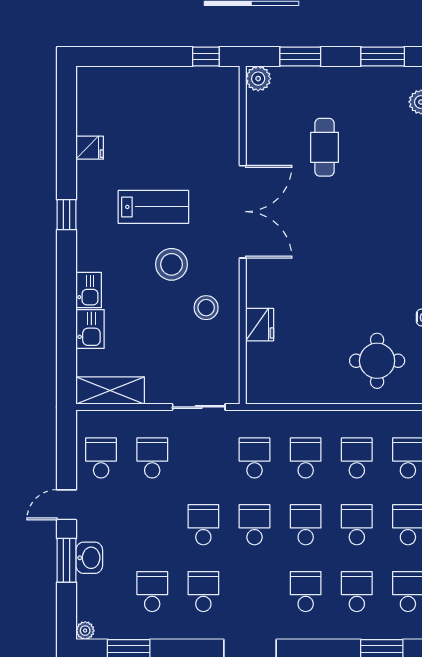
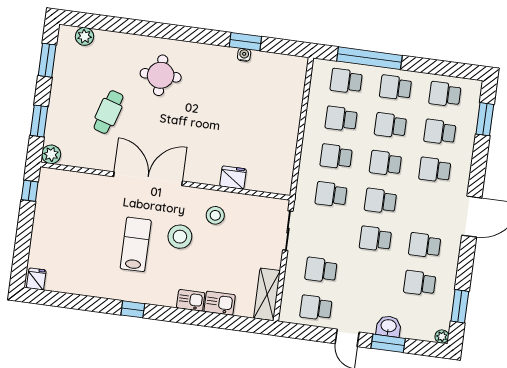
cafe table: (325, 147) -> (109, 112), turned -73
fridge: (90, 148) -> (36, 279), moved
round table: (377, 361) -> (161, 75), moved

